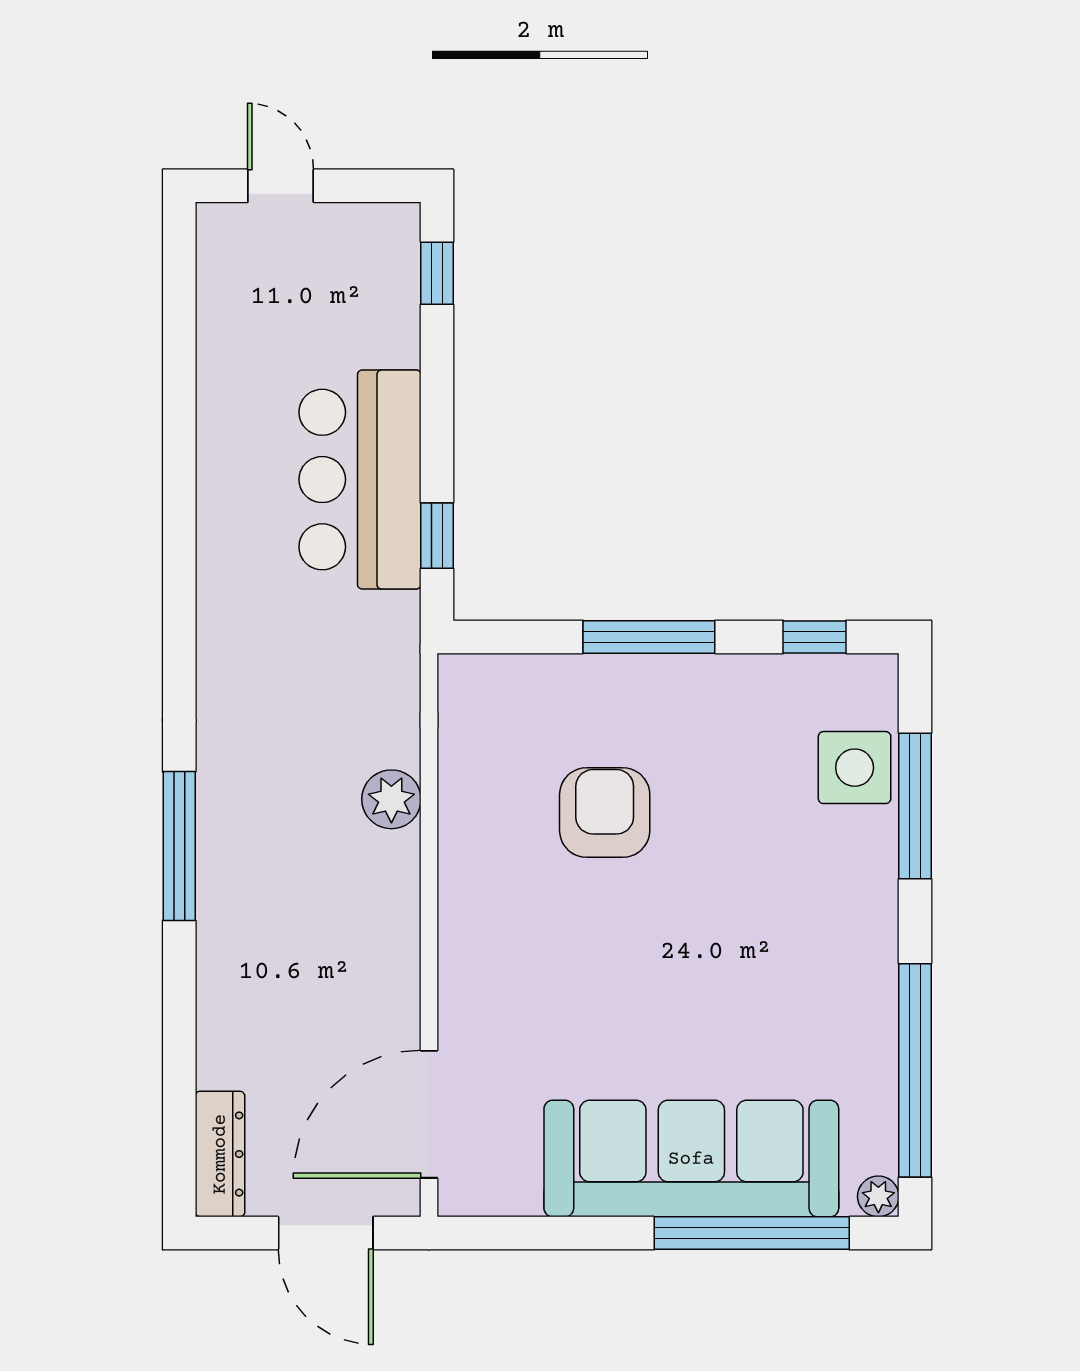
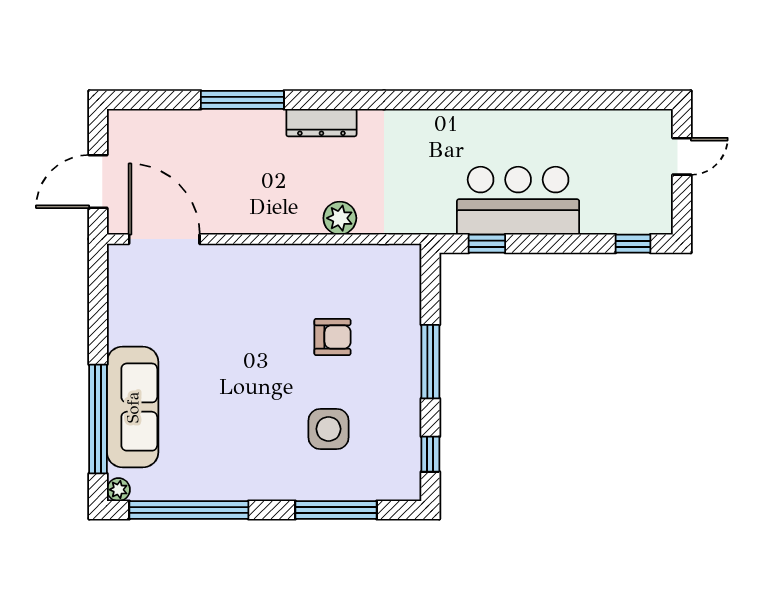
side table: (855, 768) -> (328, 429), moved
armchair: (605, 813) -> (332, 337), width x0.72, depth x0.72
window: (179, 846) -> (242, 100), moved
dresser: (220, 1154) -> (321, 123), moved
sofa: (691, 1159) -> (133, 407), width x0.74, depth x0.79

